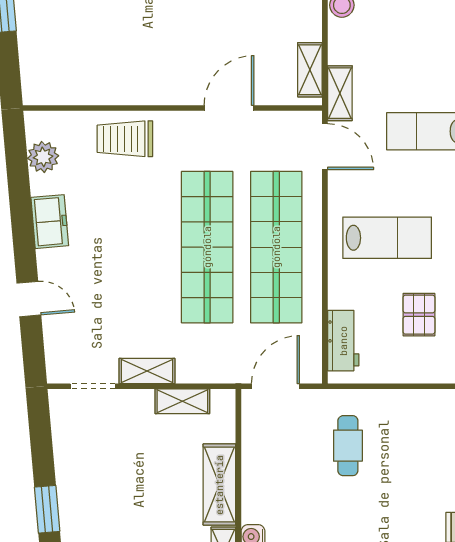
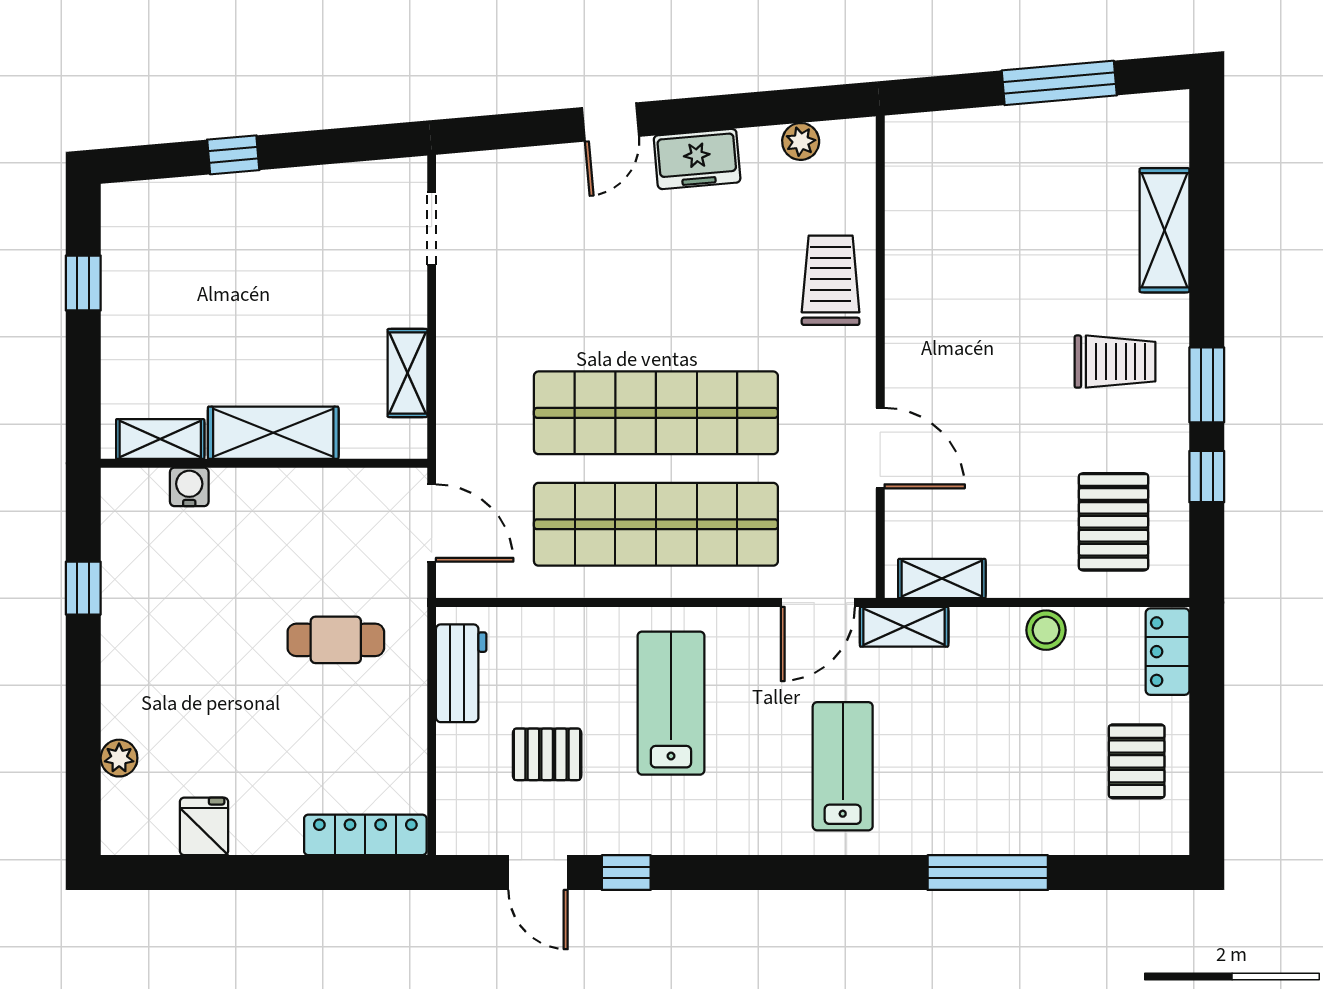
plant: (43, 157) -> (801, 141), width x0.73, depth x0.73
lab bench: (387, 238) -> (671, 703), turned 180
door: (29, 299) -> (611, 122), moved
workbench: (343, 341) -> (461, 673), moved, turned -90
shelving: (147, 371) -> (456, 316), removed
window: (47, 509) -> (233, 155), width x0.67

